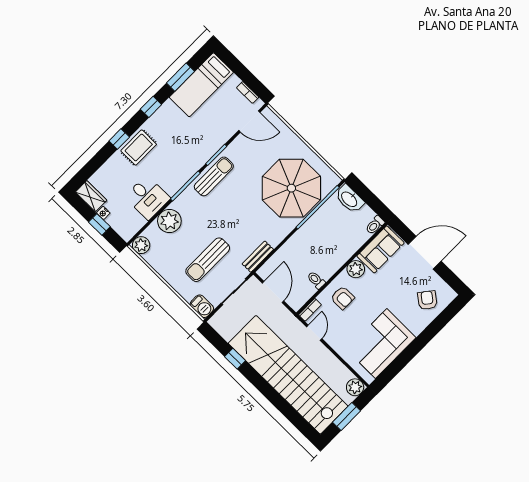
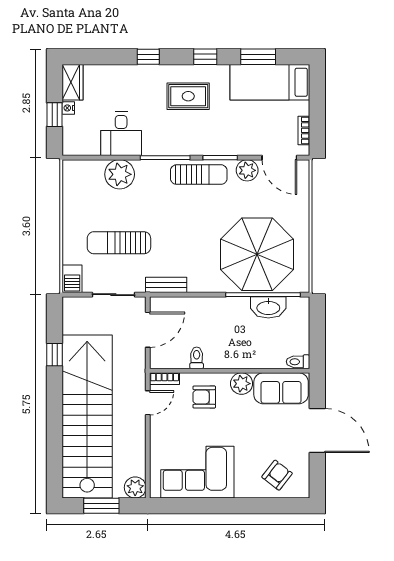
rug: (139, 148) -> (188, 96), moved
washbasin: (349, 199) -> (268, 307), moved, turned -90
plant: (141, 245) -> (247, 170), moved
armchair: (342, 298) -> (204, 397), turned 90

